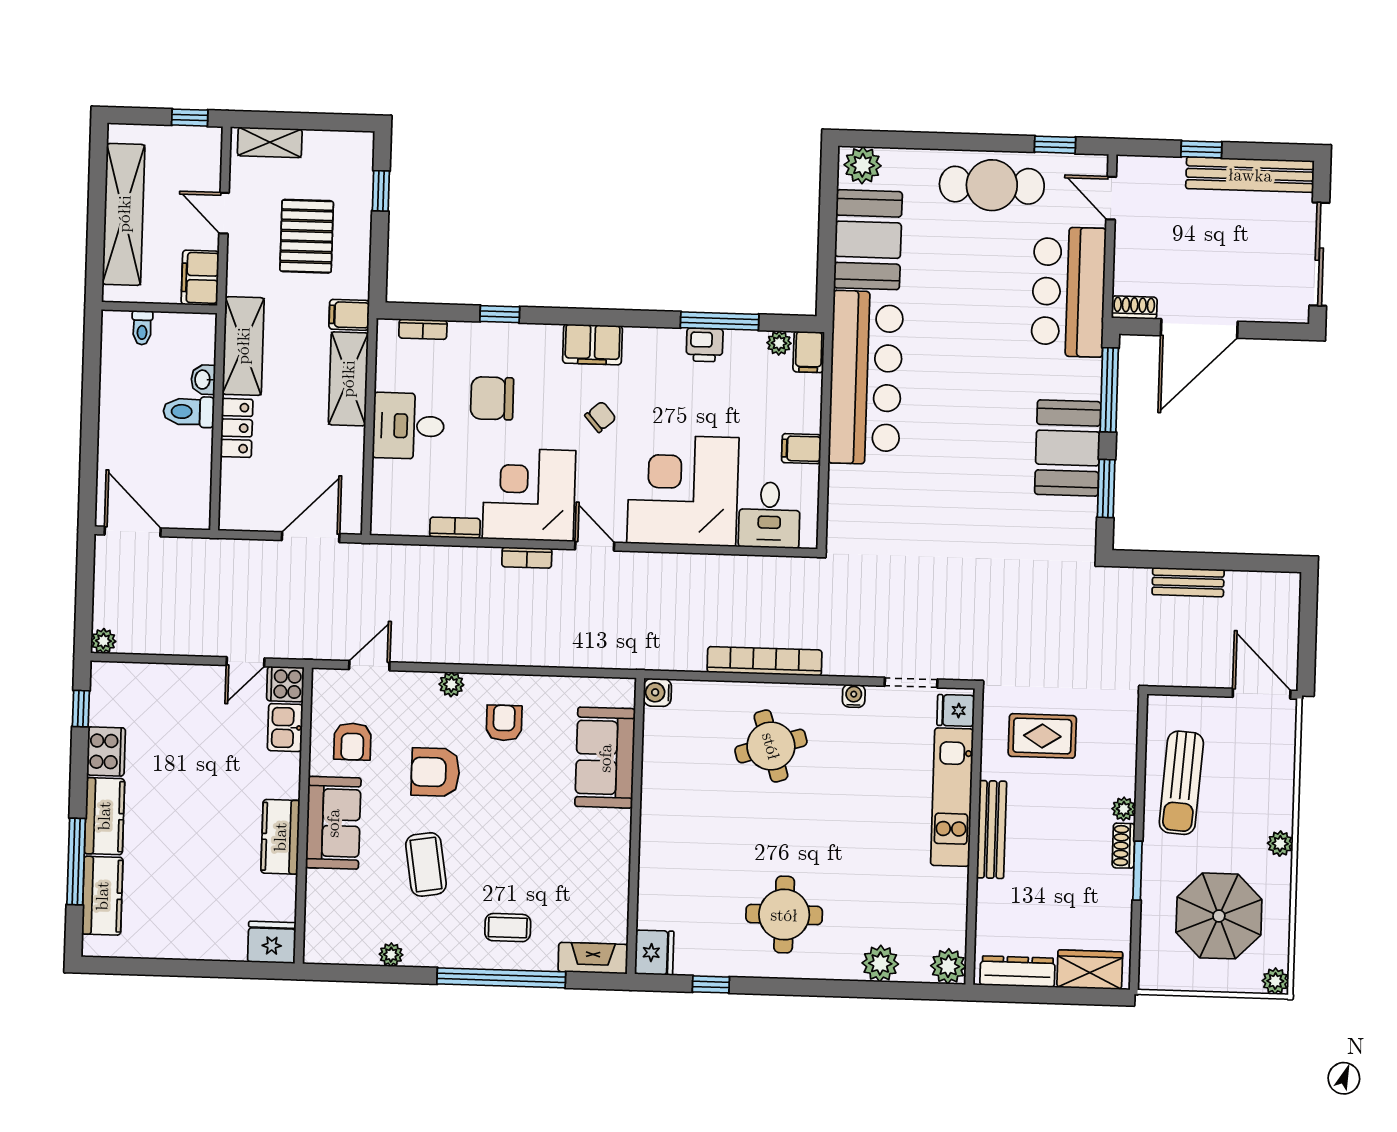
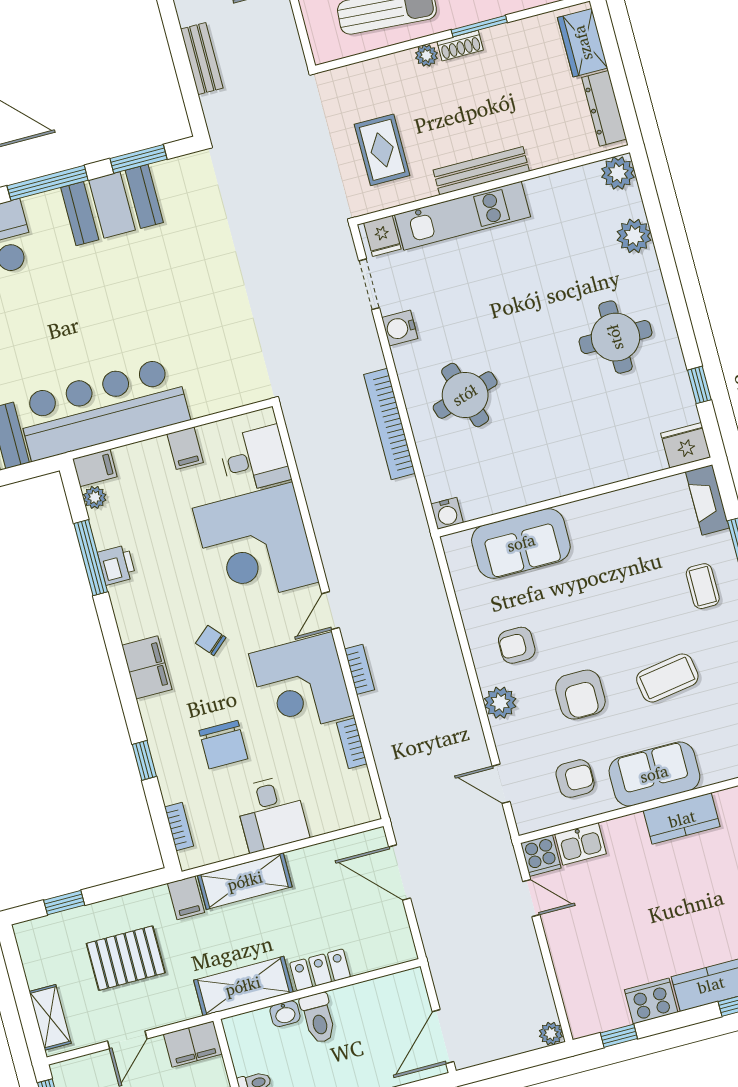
plant: (451, 684) -> (500, 703), width x1.38, depth x1.38
water cooler: (854, 696) -> (400, 328), width x1.38, depth x1.38

